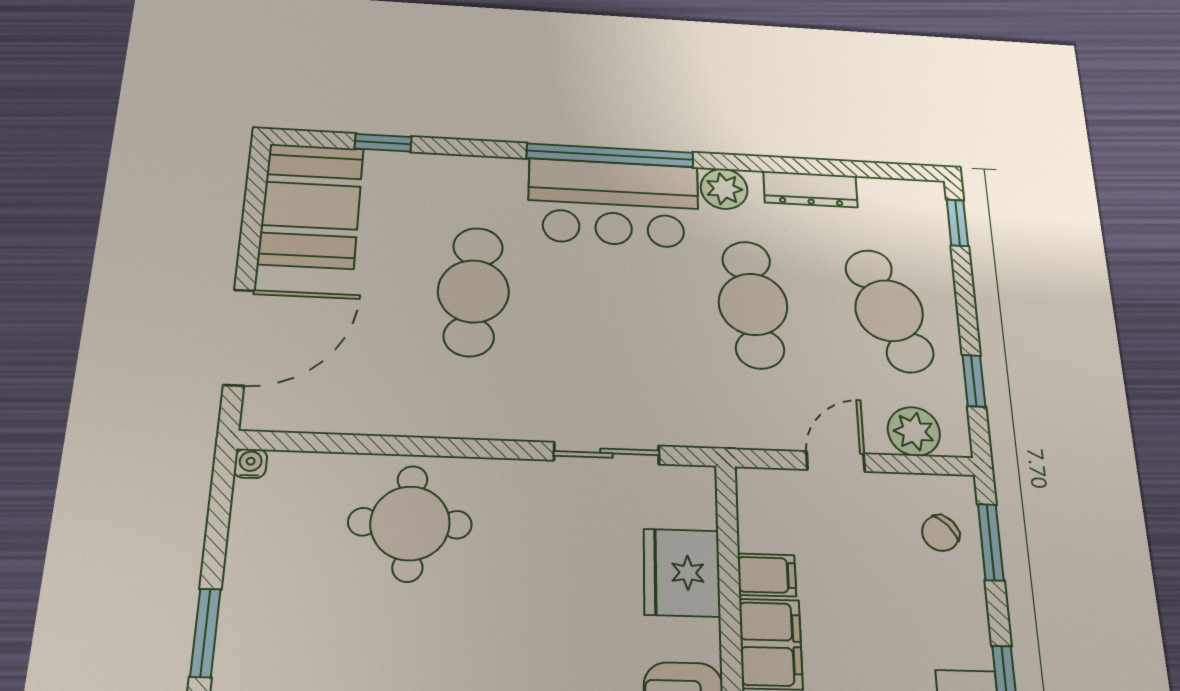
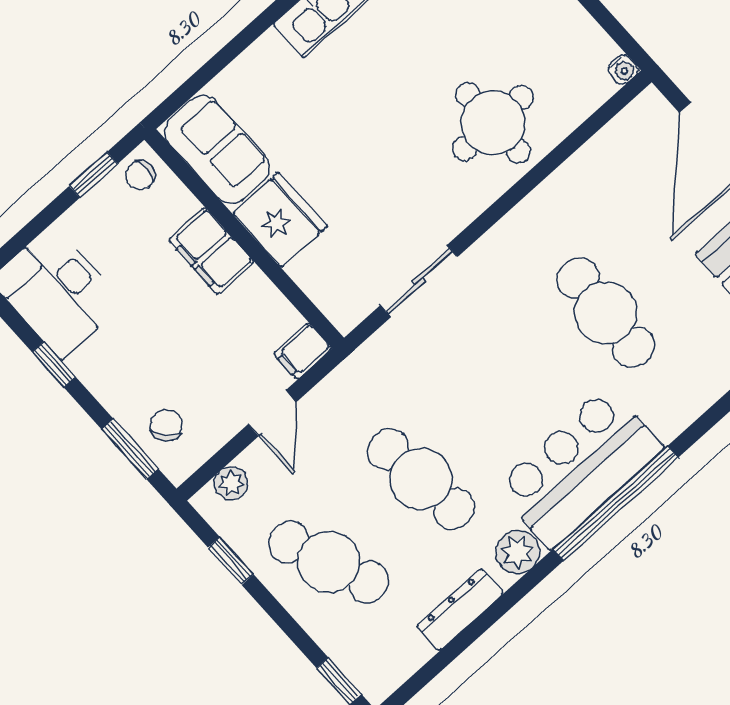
plant: (914, 431) -> (231, 483), width x0.73, depth x0.73
fridge: (682, 572) -> (280, 220), moved
filing cabinet: (767, 575) -> (303, 351), moved

